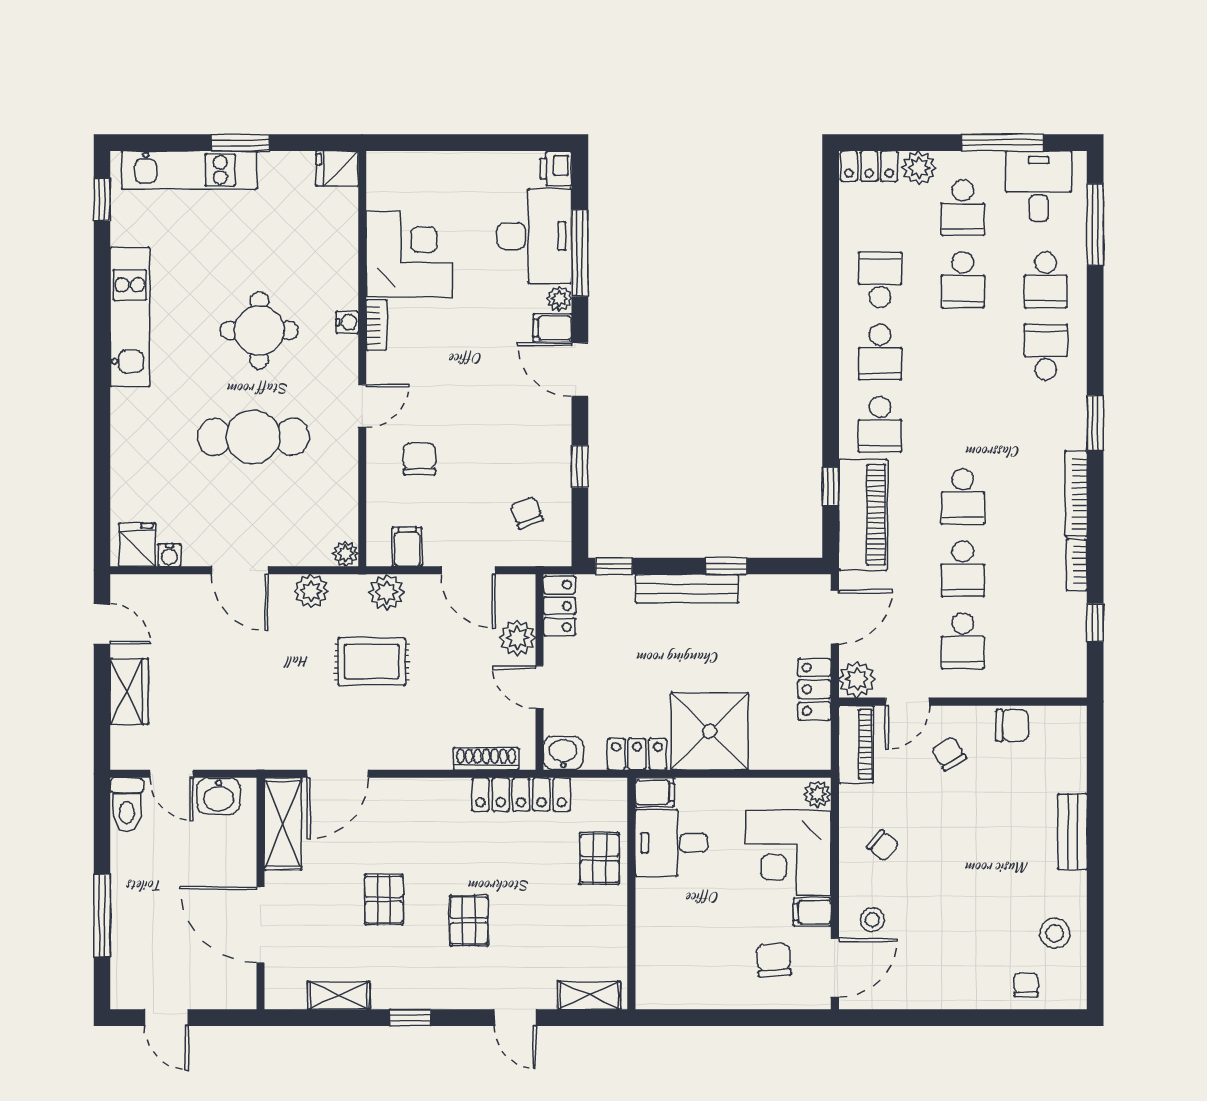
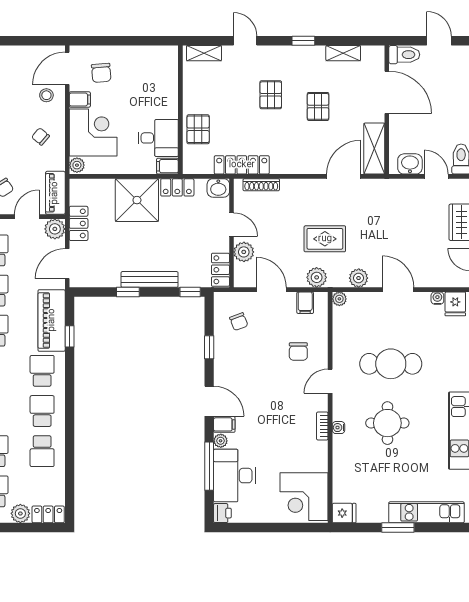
corner desk: (409, 254) -> (304, 497), moved
toilet: (229, 993) -> (404, 55), added

